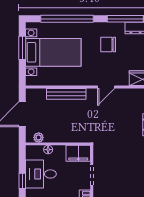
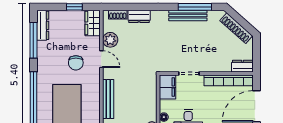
chair: (108, 44) -> (76, 63), moved
plant: (126, 96) -> (110, 40), added

